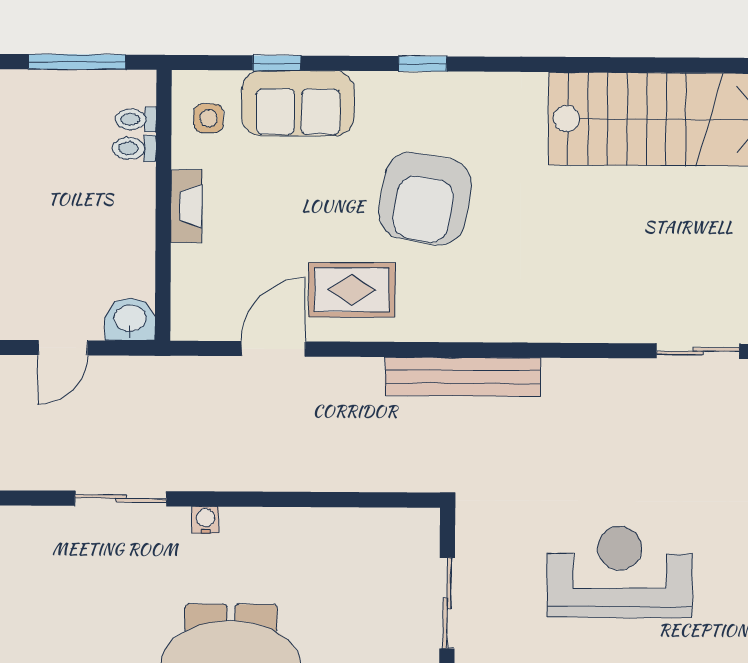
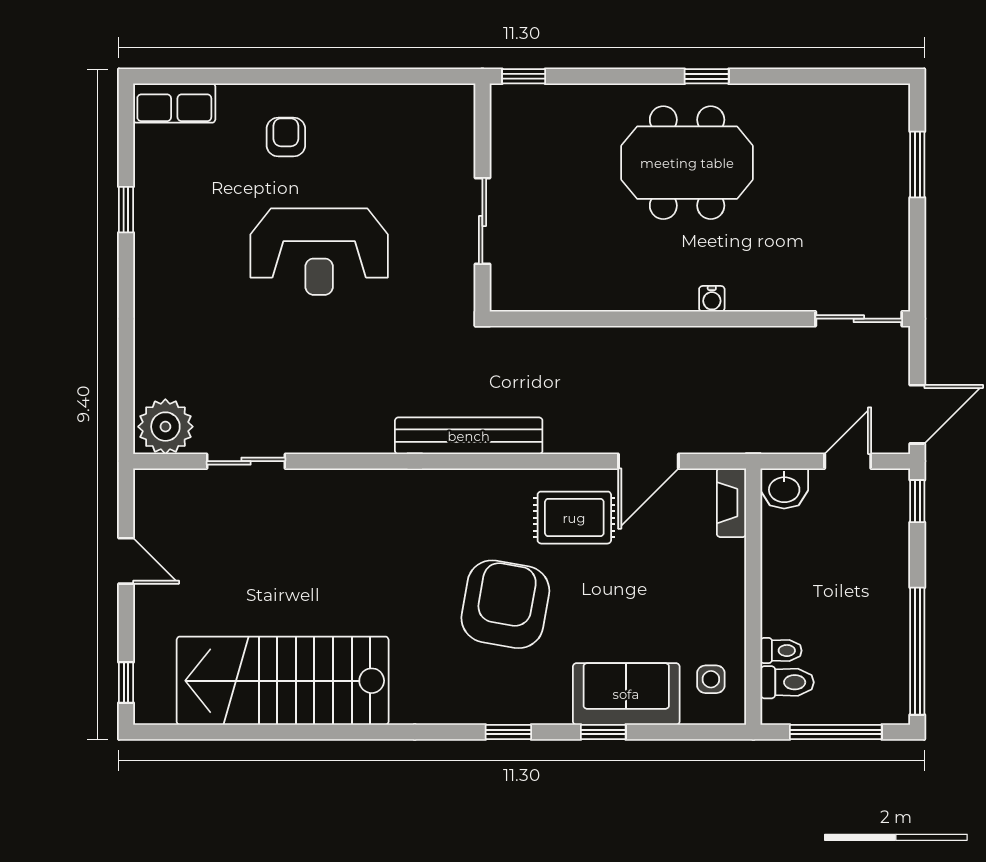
window: (277, 63) -> (603, 732), moved
toilet: (136, 119) -> (787, 682), width x1.37, depth x1.39
fireplace: (186, 206) -> (731, 503), moved
sliding door: (121, 498) -> (859, 319), moved

